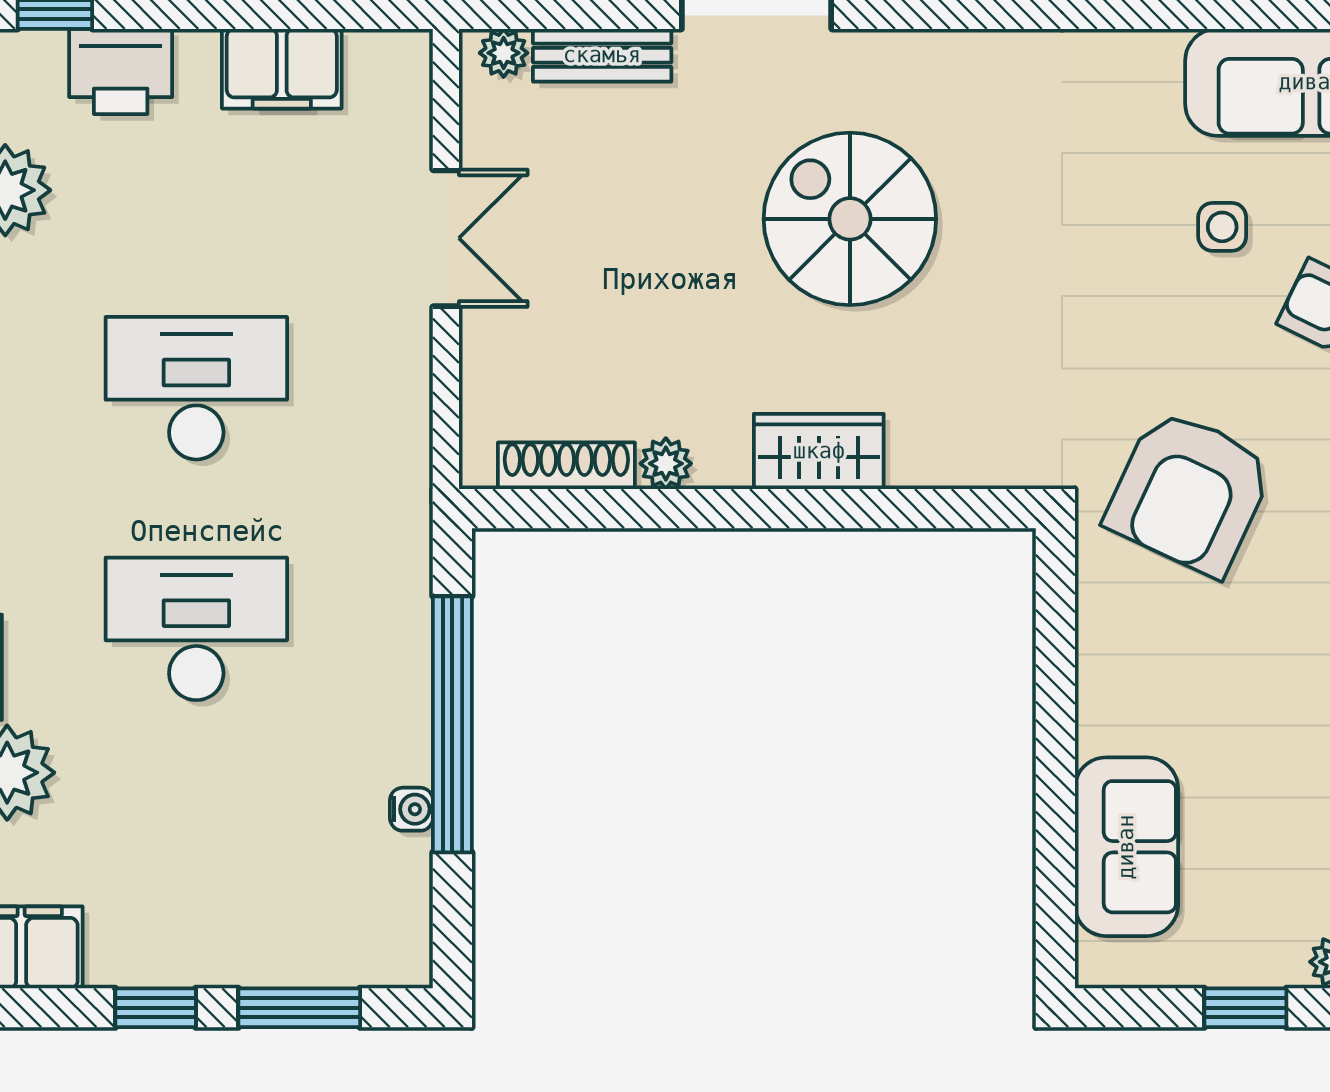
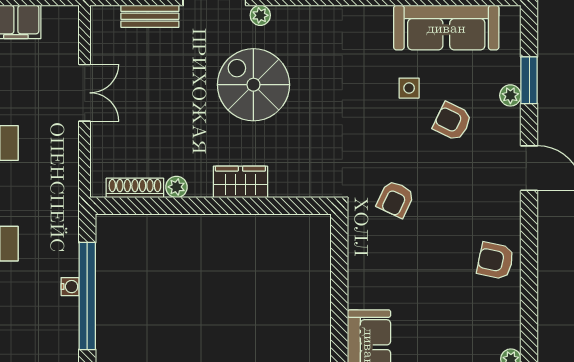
plant: (504, 53) -> (260, 15), moved
armchair: (1189, 492) -> (395, 199), width x0.53, depth x0.53
water cooler: (411, 809) -> (70, 287), moved

